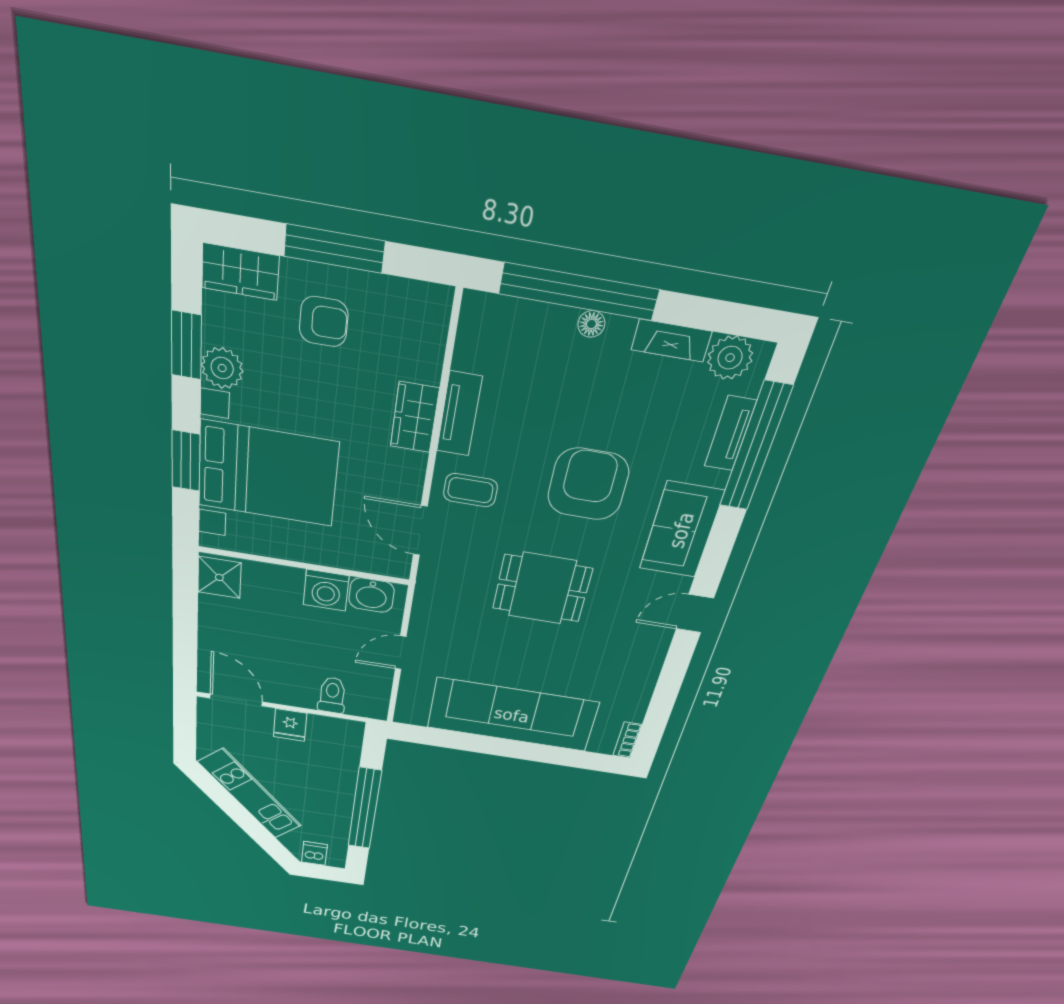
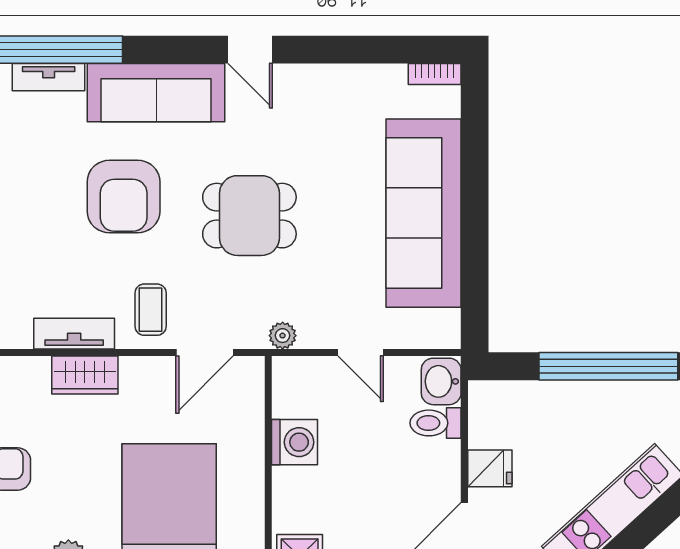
armchair: (588, 484) -> (124, 197), turned -90
sofa: (681, 530) -> (156, 93), width x1.36
dining table: (542, 588) -> (249, 216), turned 90
washbasin: (371, 595) -> (441, 381), moved, turned 180
plant: (426, 597) -> (283, 336), added

